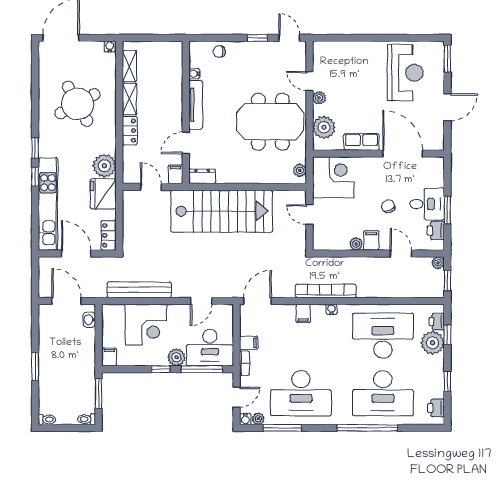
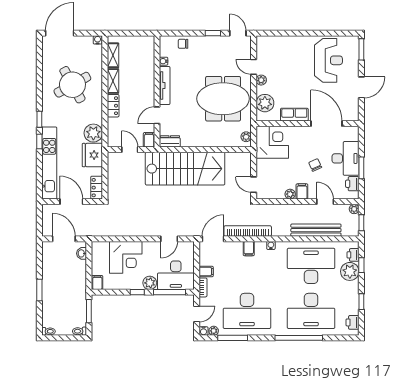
desk: (427, 204) -> (346, 158), width x1.37
door: (309, 215) -> (254, 185), moved
bench: (139, 290) -> (316, 230), moved
bookcase: (326, 291) -> (248, 231), moved

